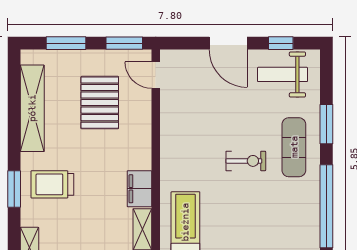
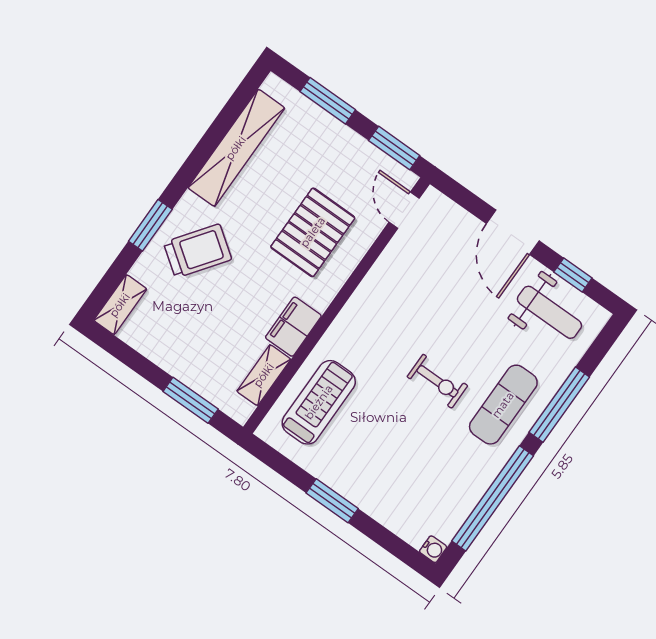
weight bench: (283, 74) -> (549, 312), turned 180
pallet: (100, 103) -> (313, 232), moved
window: (326, 124) -> (559, 405), width x1.44
trolley: (52, 184) -> (198, 251), turned 126

